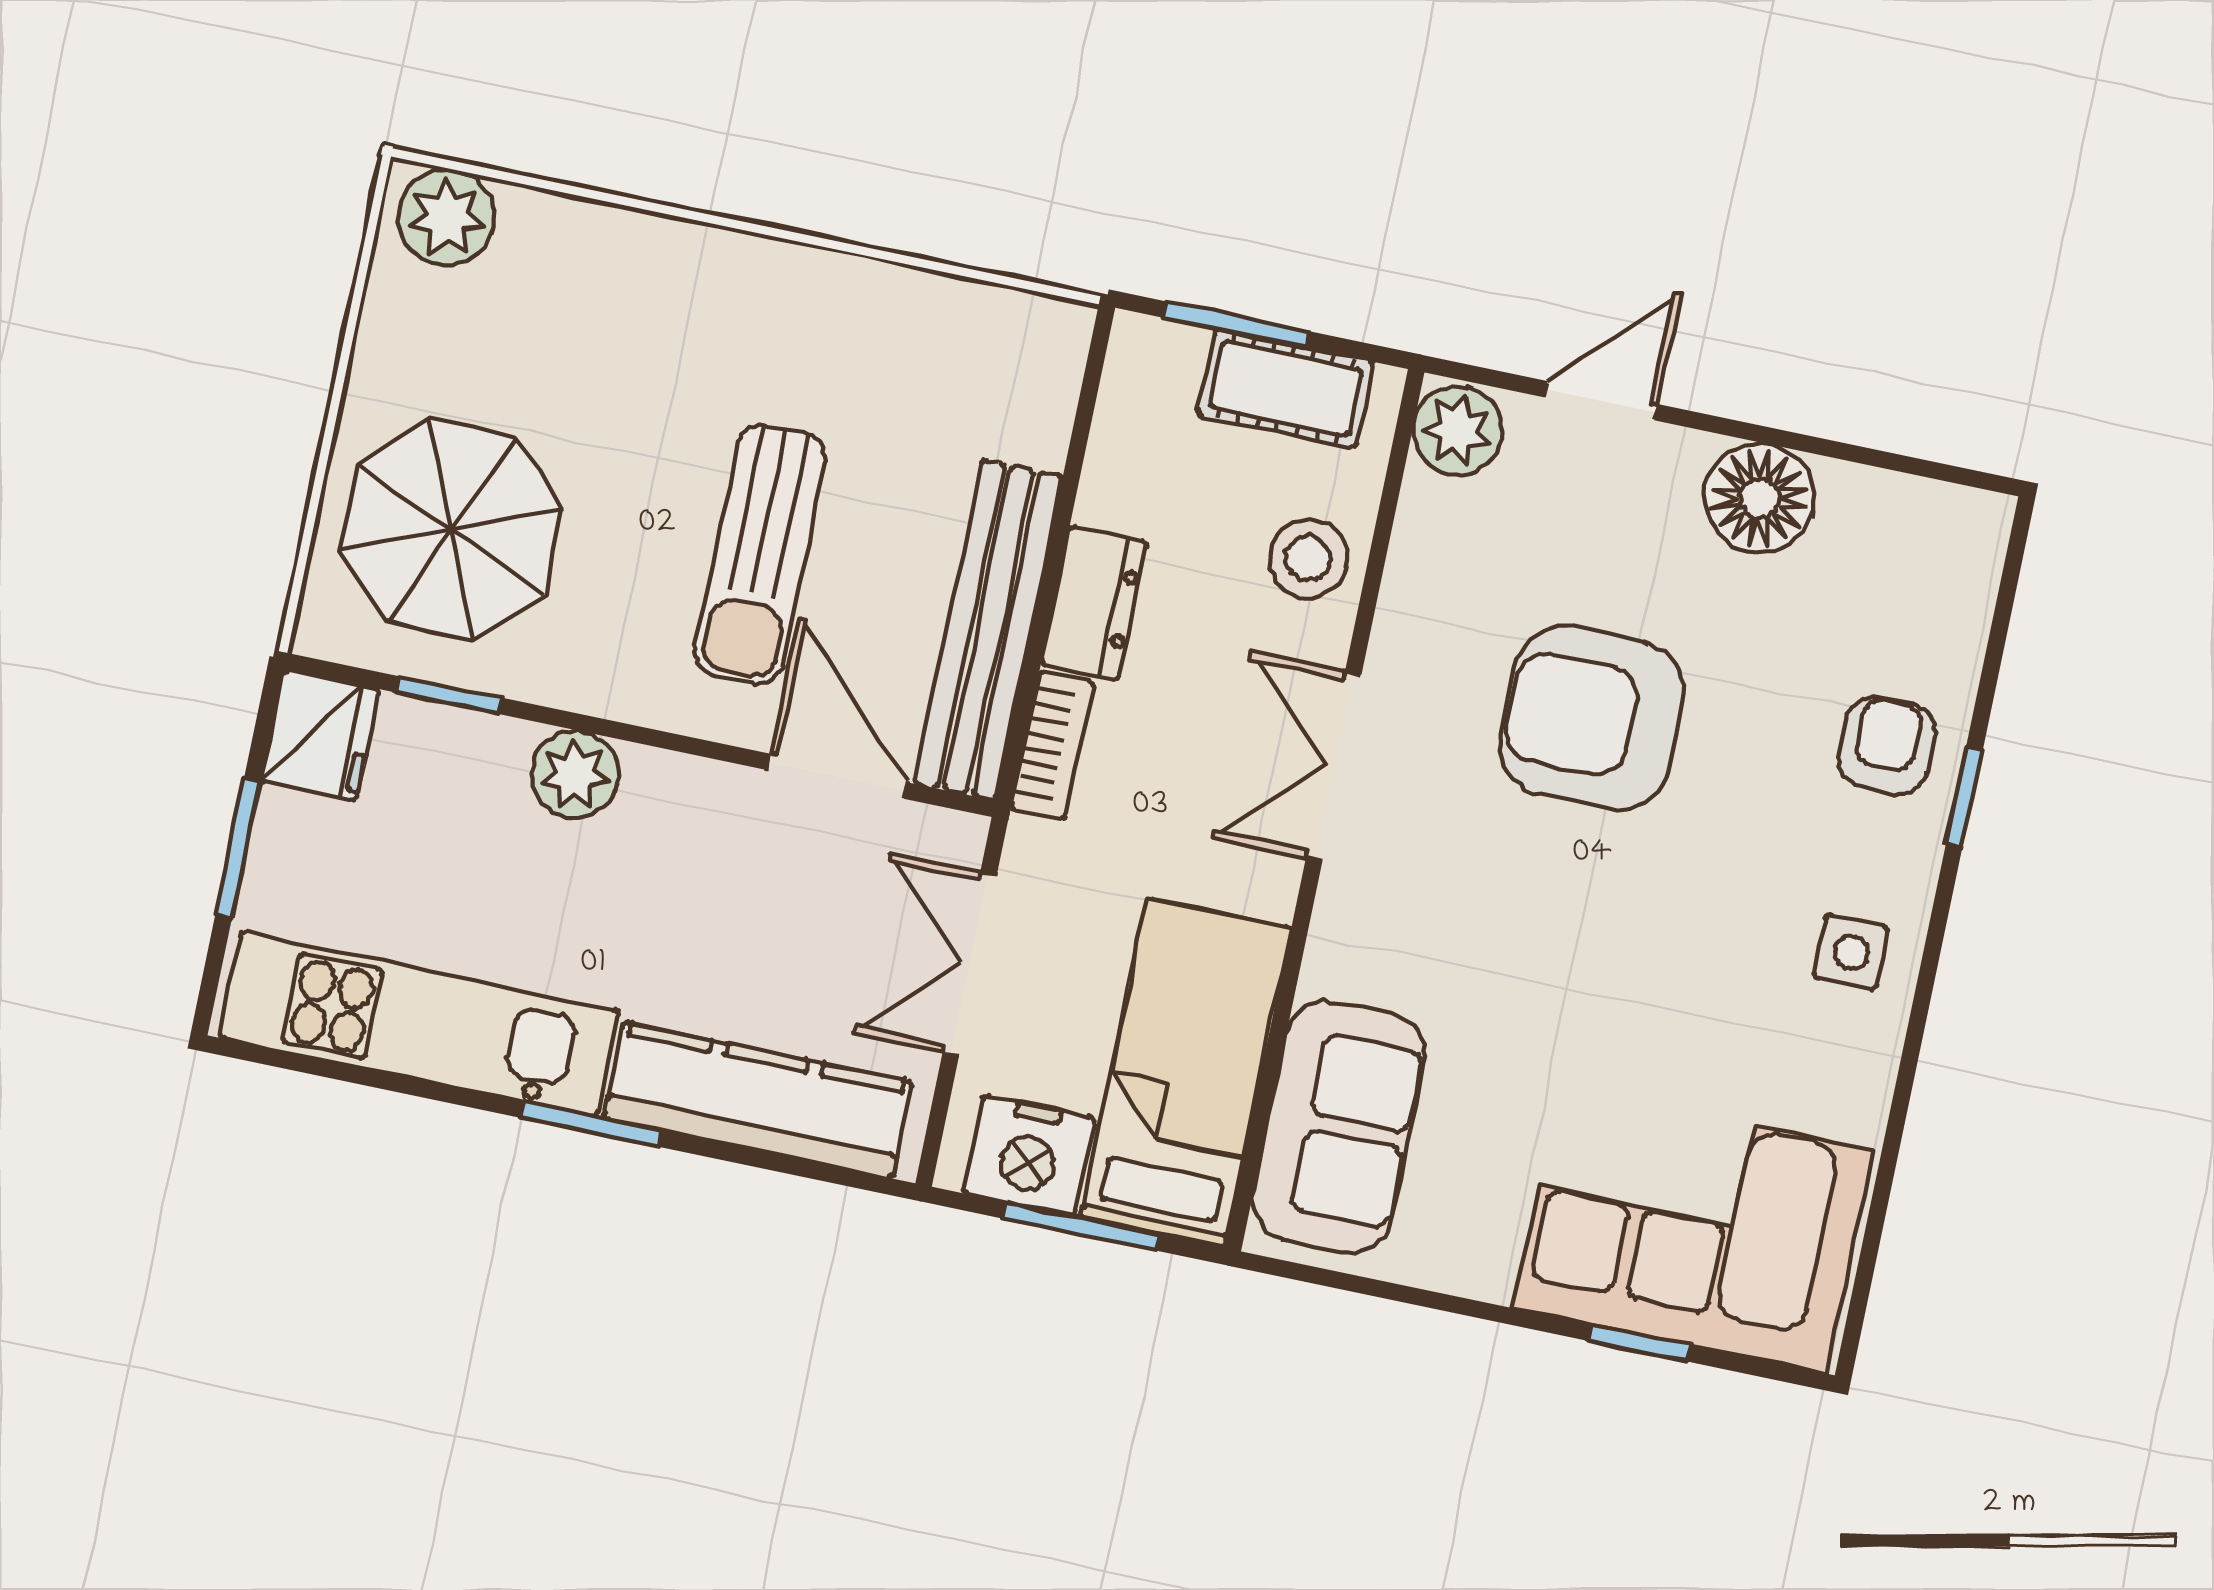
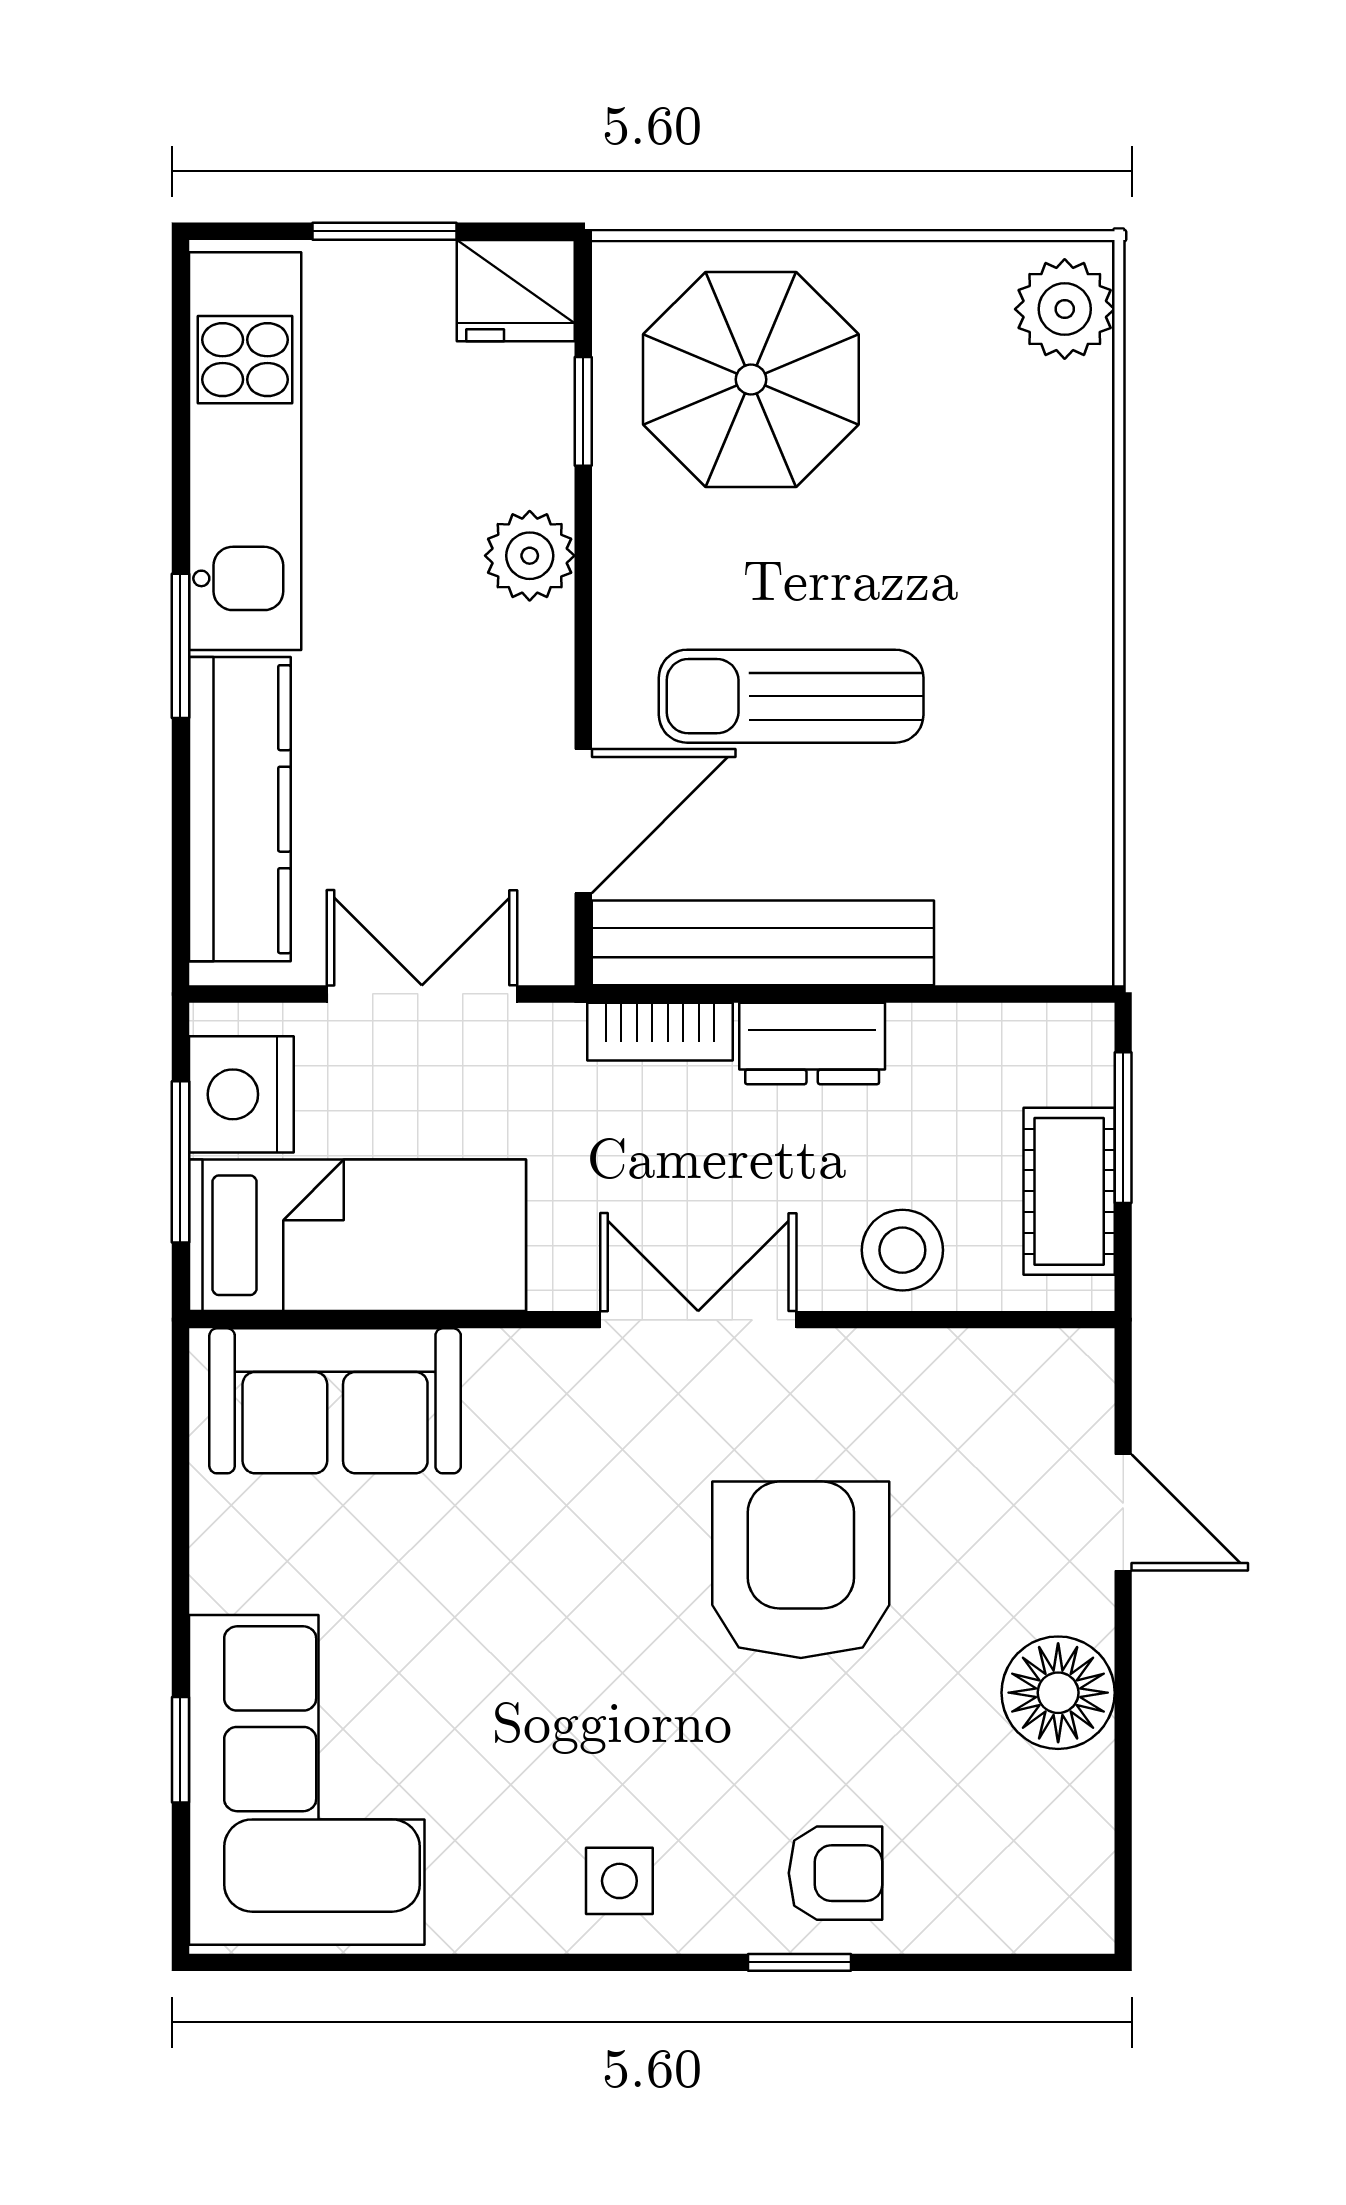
plant: (1458, 430) -> (1063, 1374), removed

